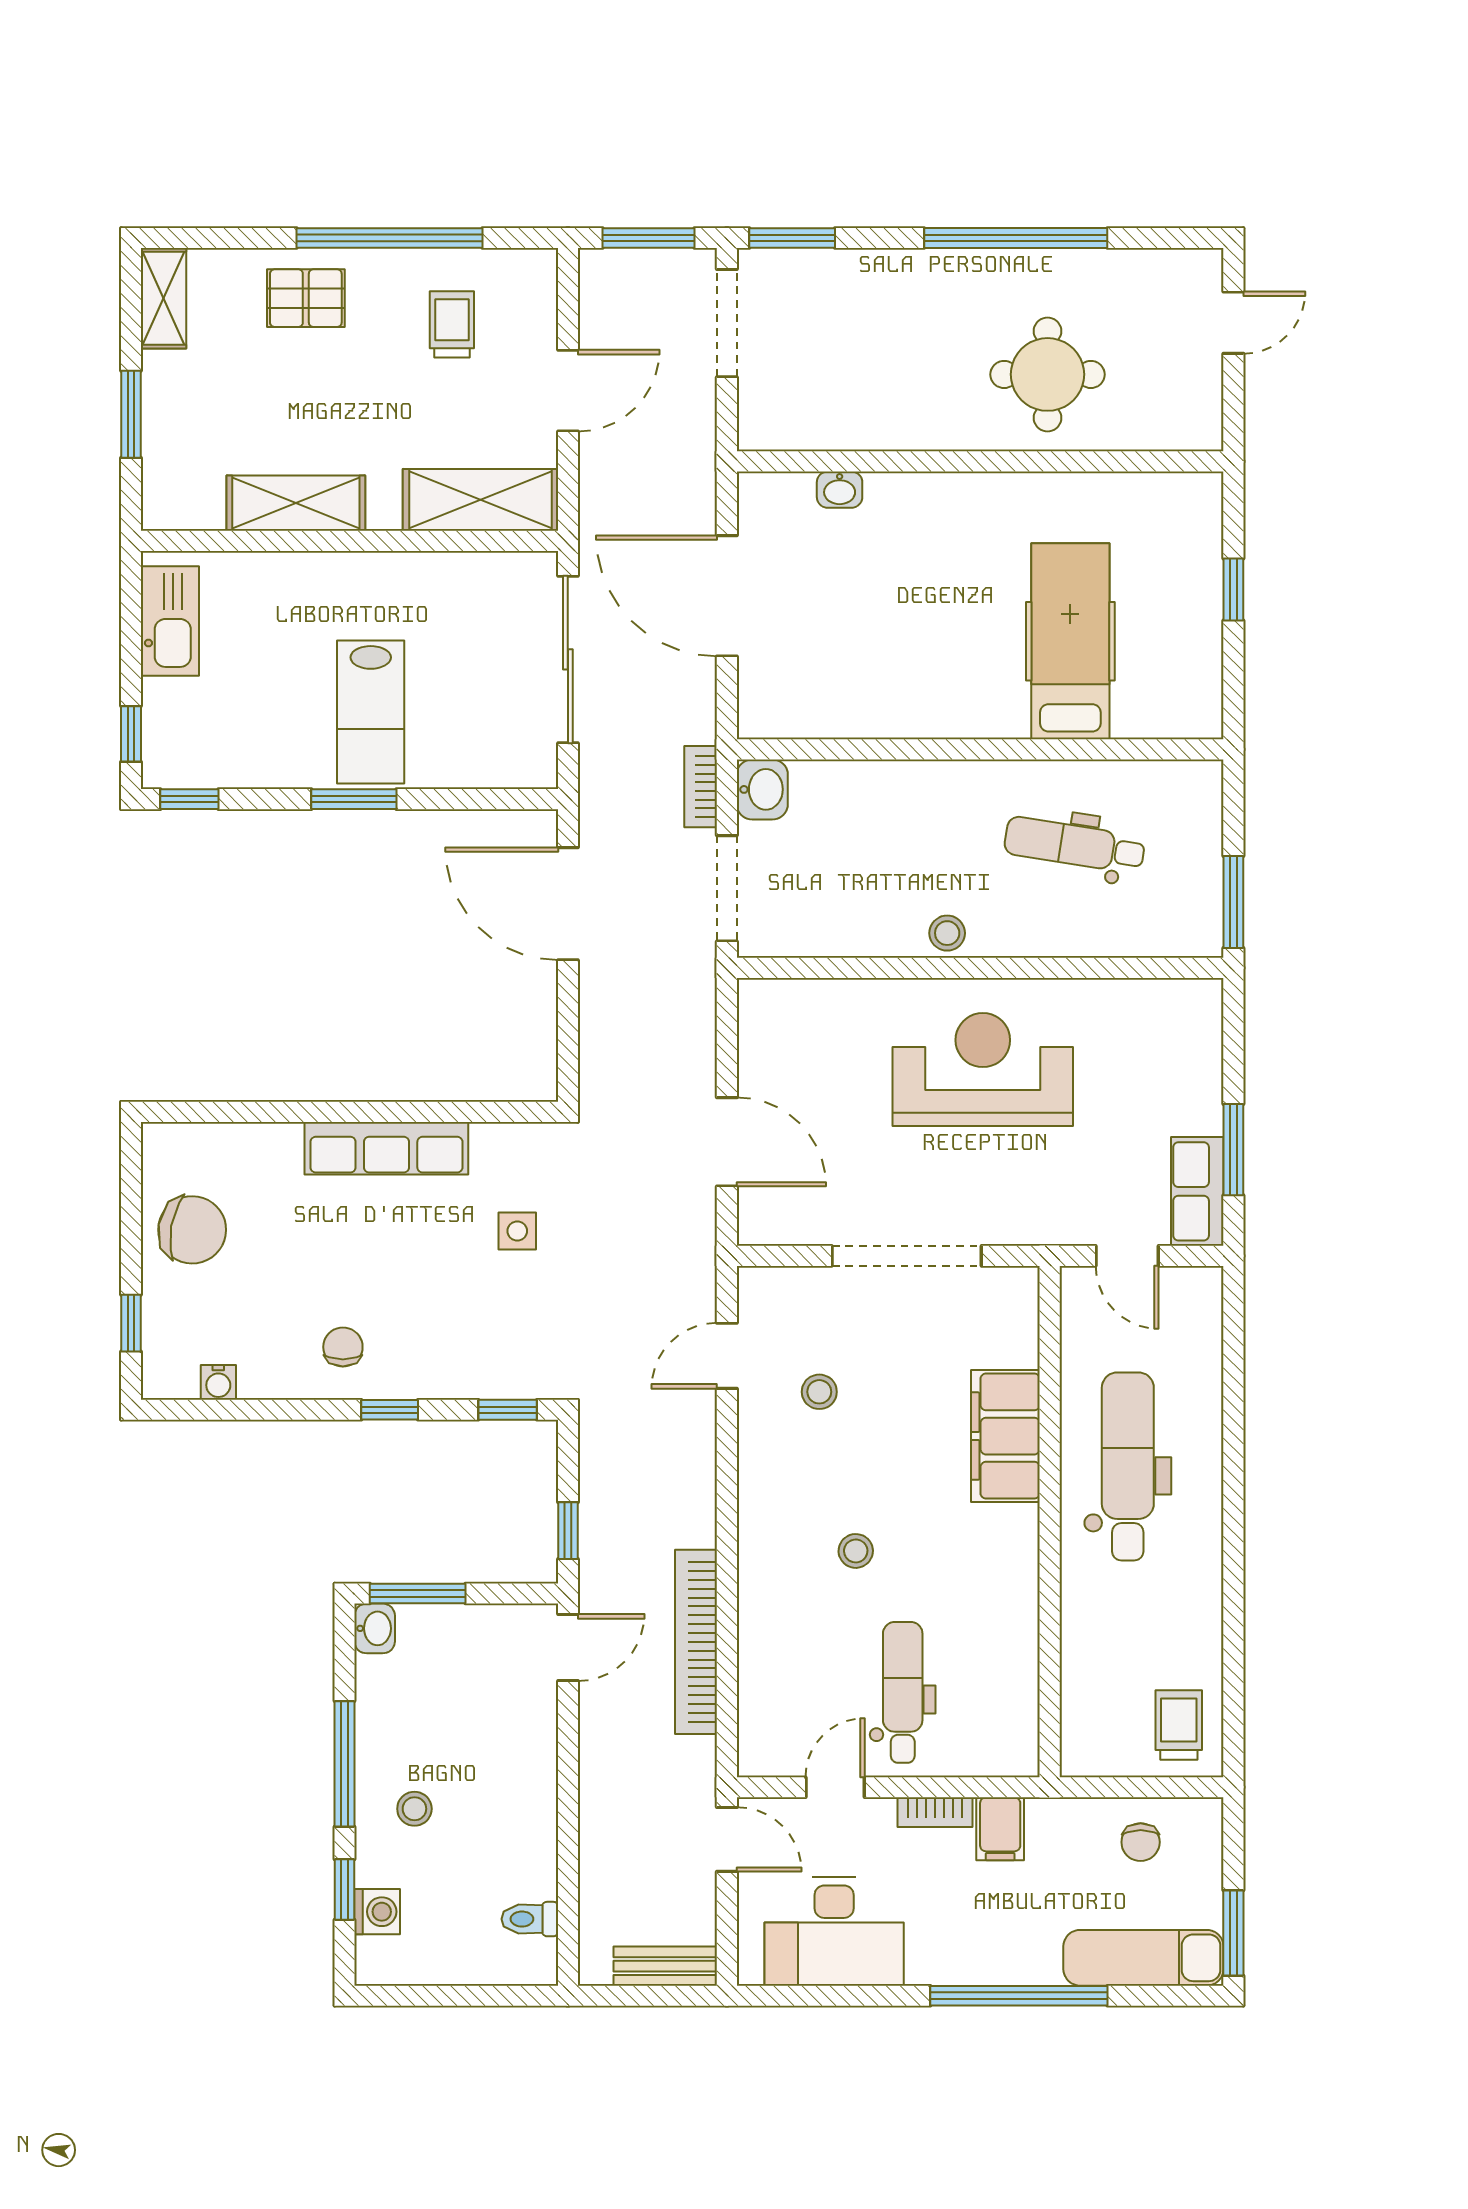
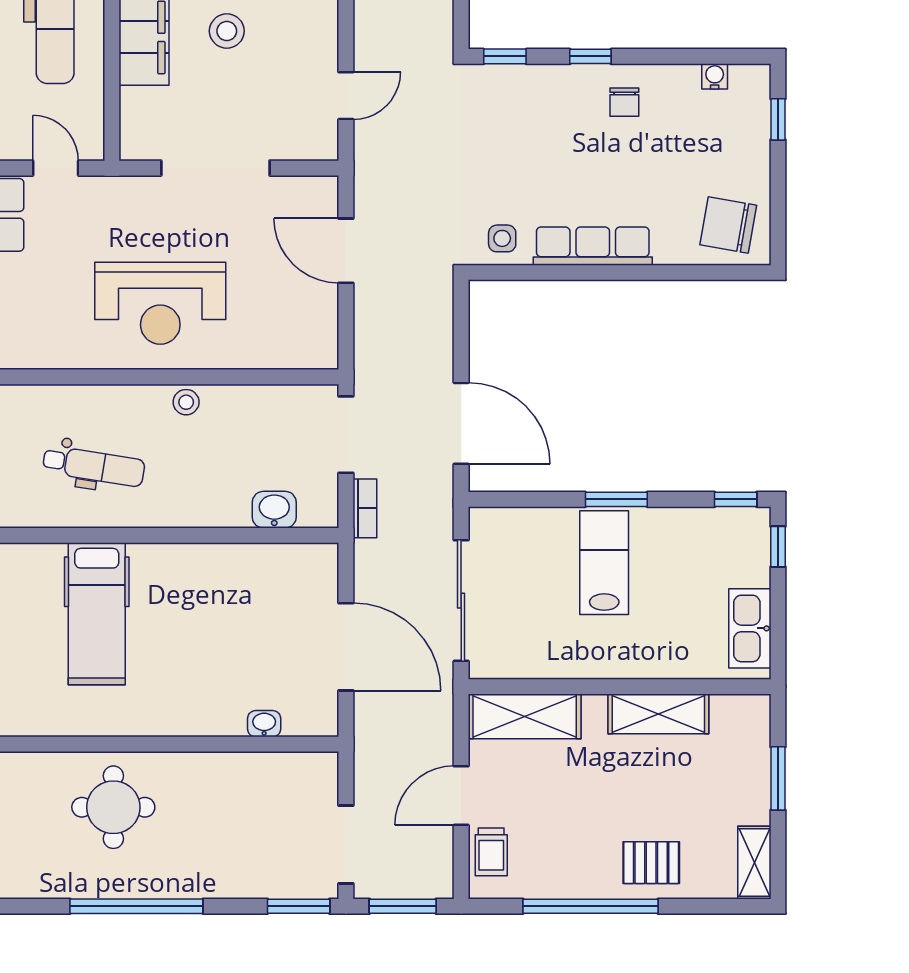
trolley: (452, 324) -> (491, 852), moved
washbasin: (762, 789) -> (274, 510), moved, turned 90
chair: (192, 1230) -> (728, 225), moved
side table: (517, 1231) -> (502, 238), moved
stool: (819, 1392) -> (227, 31), moved, width x1.37, depth x1.37

